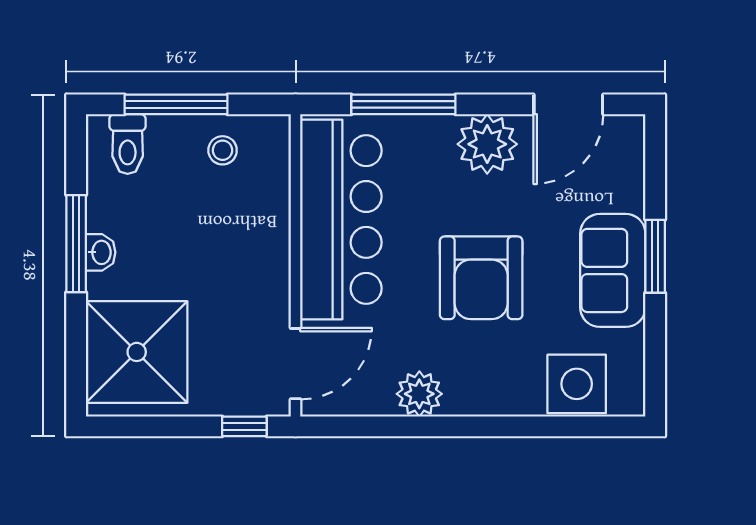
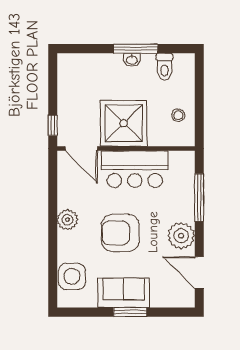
window: (176, 104) -> (199, 94), removed
toilet: (128, 144) -> (164, 67), moved, turned -90
bar counter: (341, 219) -> (135, 169), width x0.73
shower: (137, 352) -> (124, 123), moved
plant: (419, 394) -> (67, 220), moved

